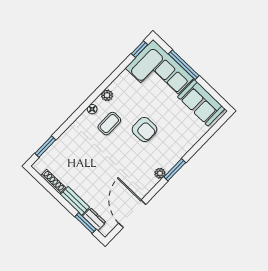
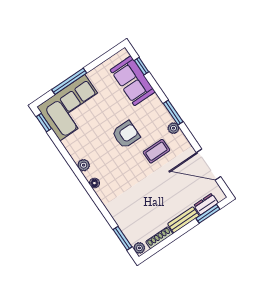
sofa: (201, 103) -> (133, 81), moved, turned 90
coffee table: (109, 124) -> (156, 151), moved, turned 90
window: (213, 131) -> (142, 66), added
plant: (39, 165) -> (139, 248), added

